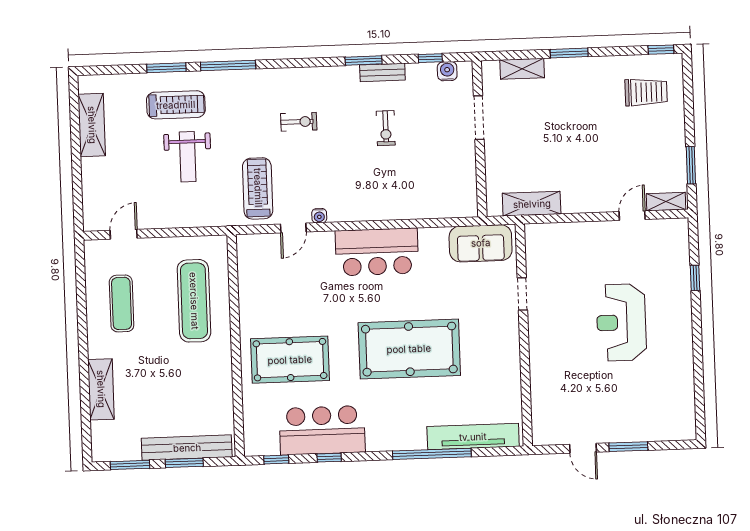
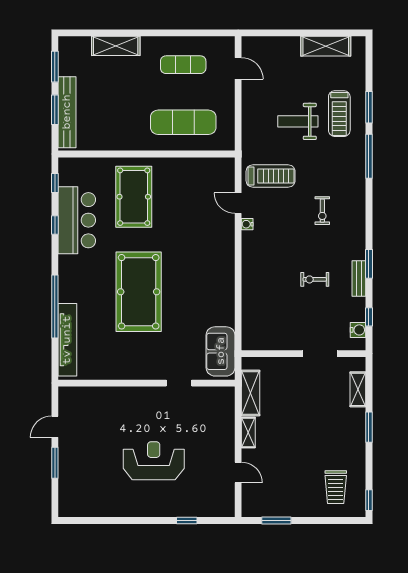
shelving: (666, 202) -> (248, 433), moved
bar counter: (377, 252) -> (217, 269), removed

